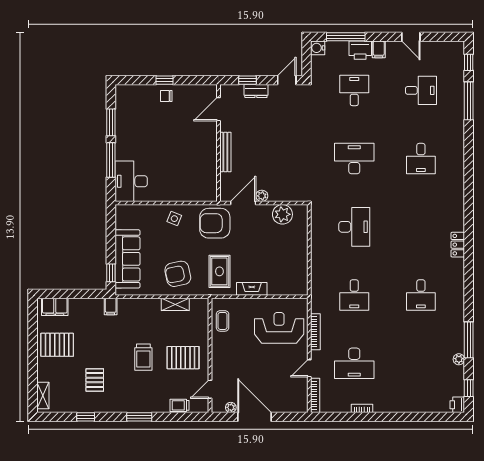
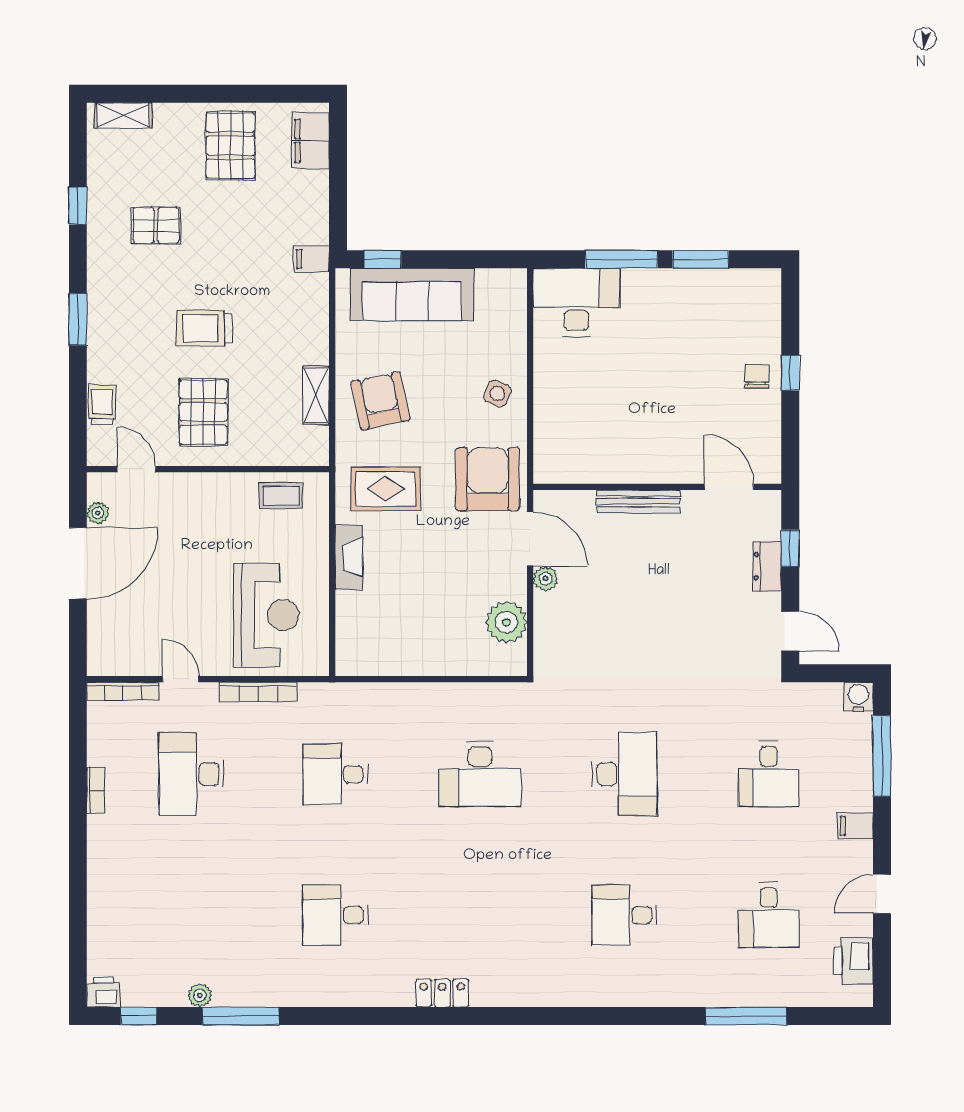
printer: (360, 50) -> (854, 961), moved
window: (469, 62) -> (828, 1016), removed
desk: (354, 90) -> (769, 774), turned 90

